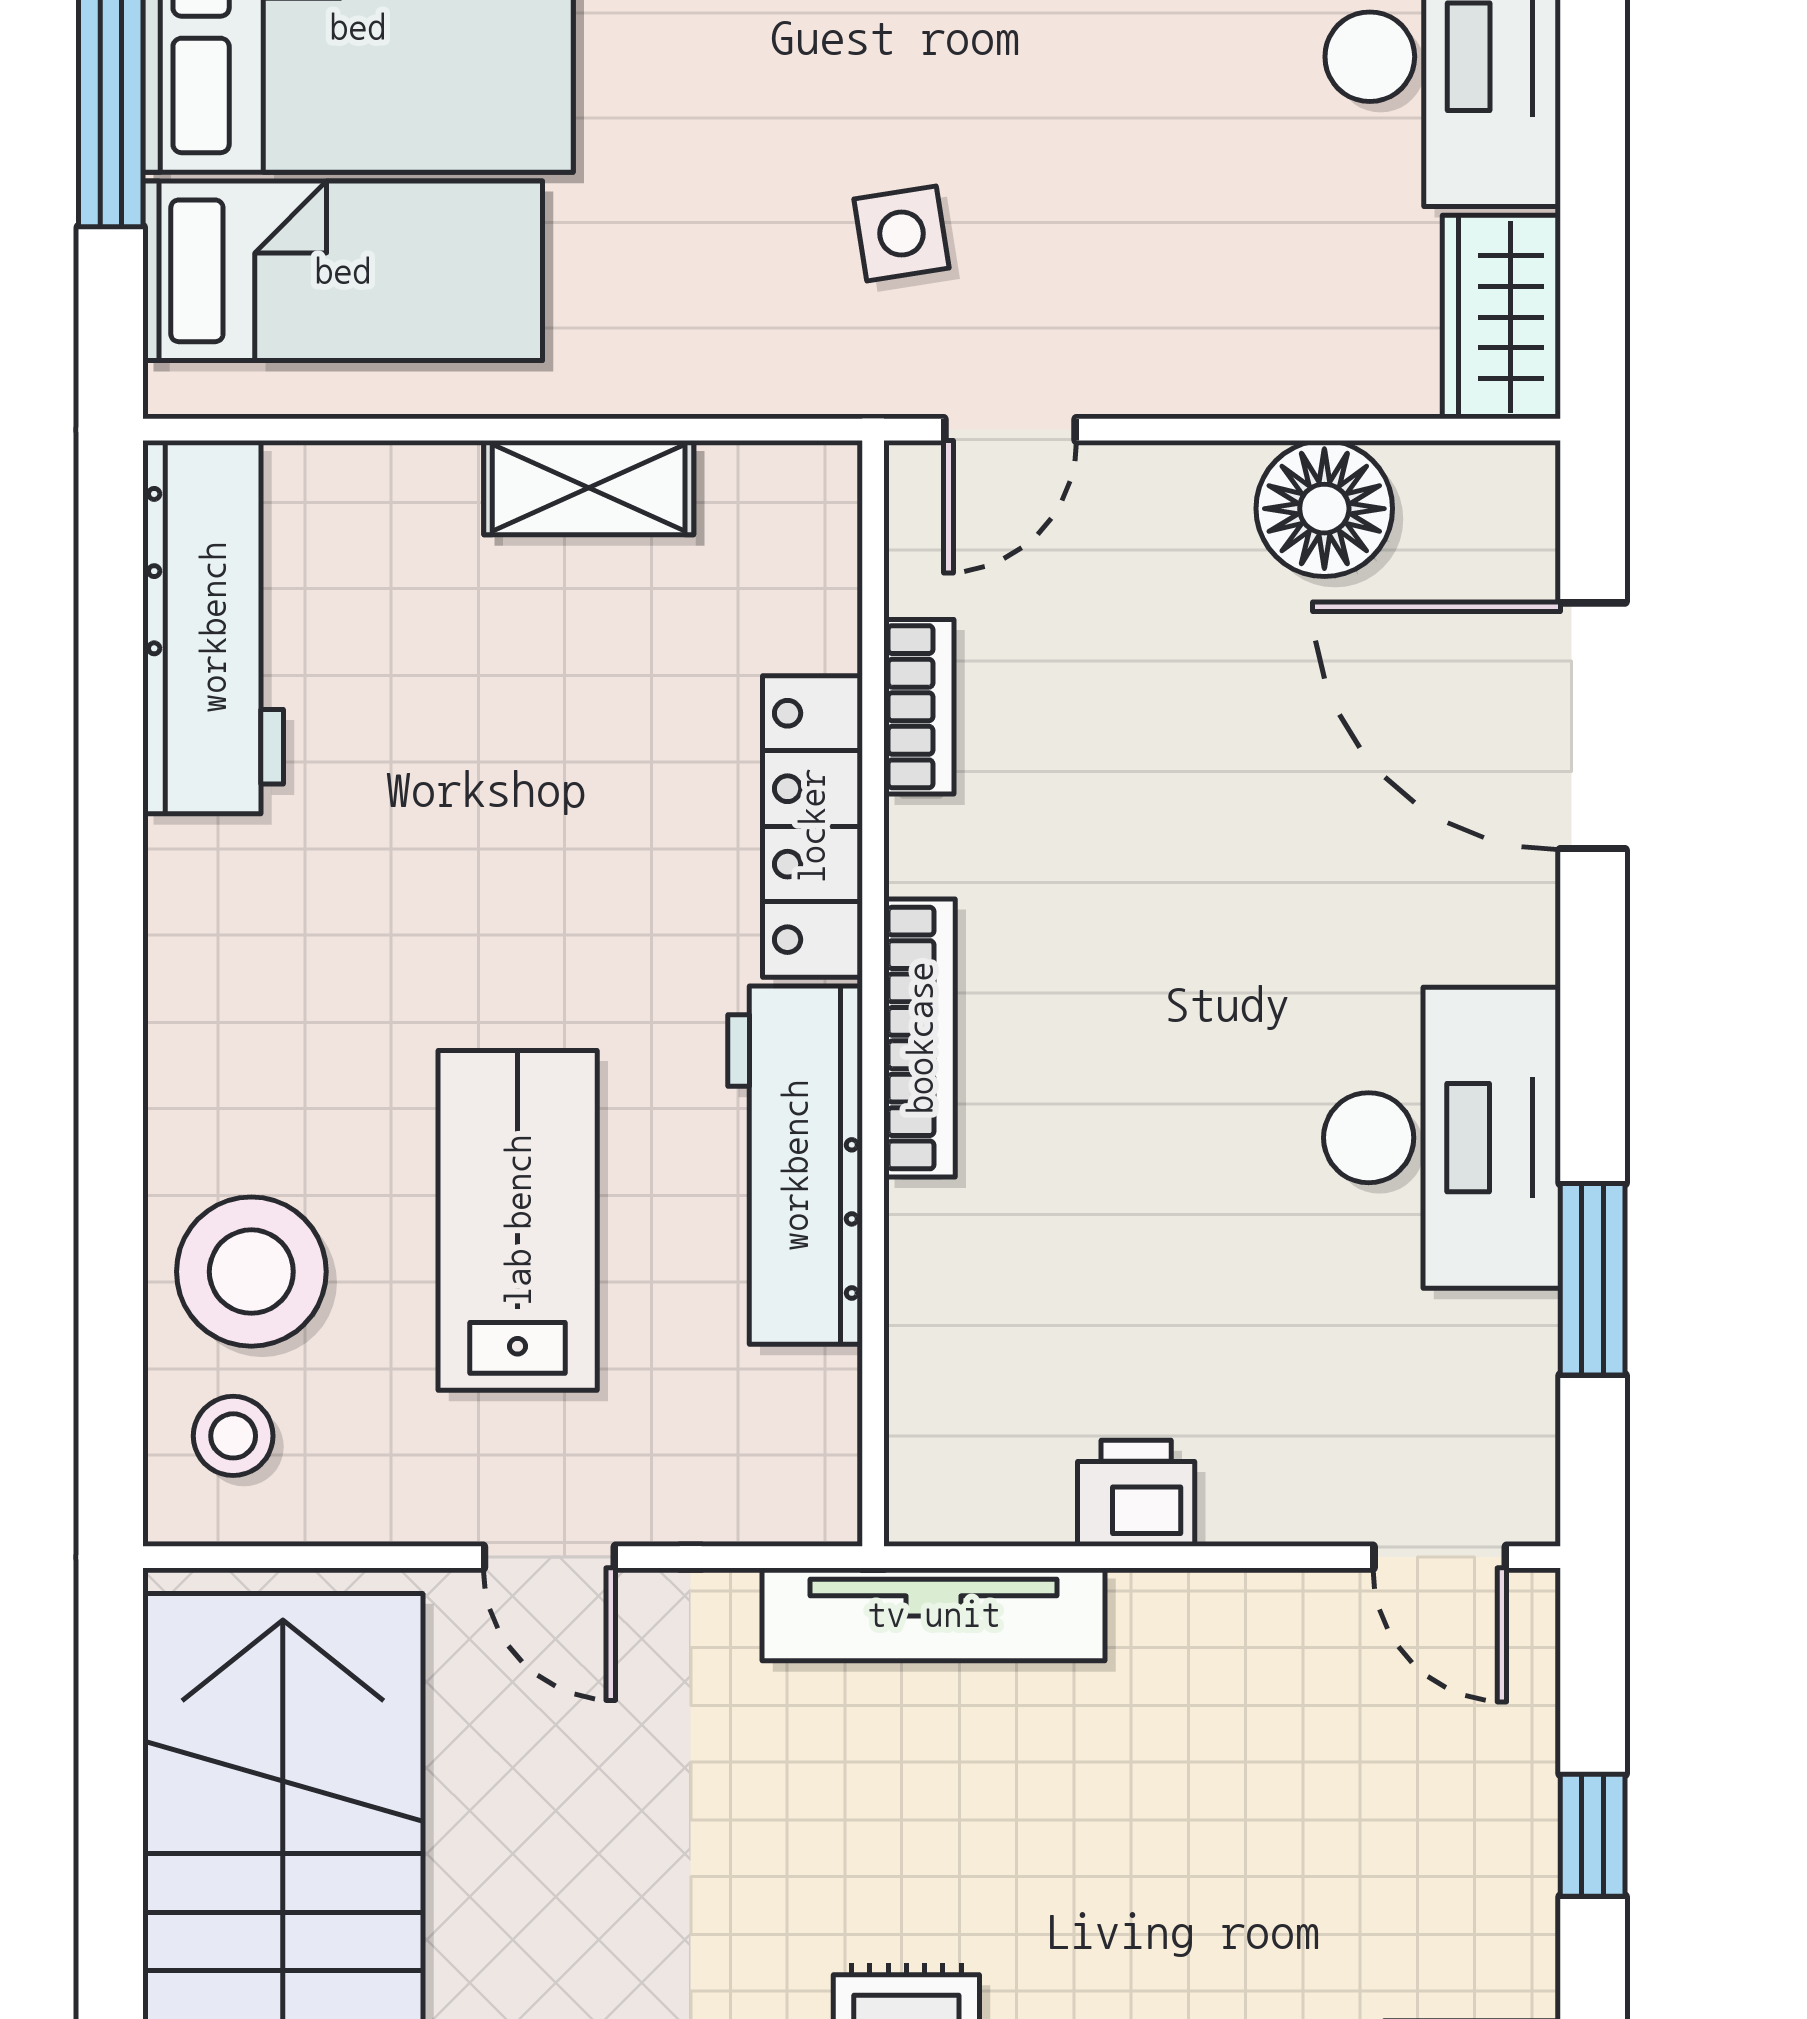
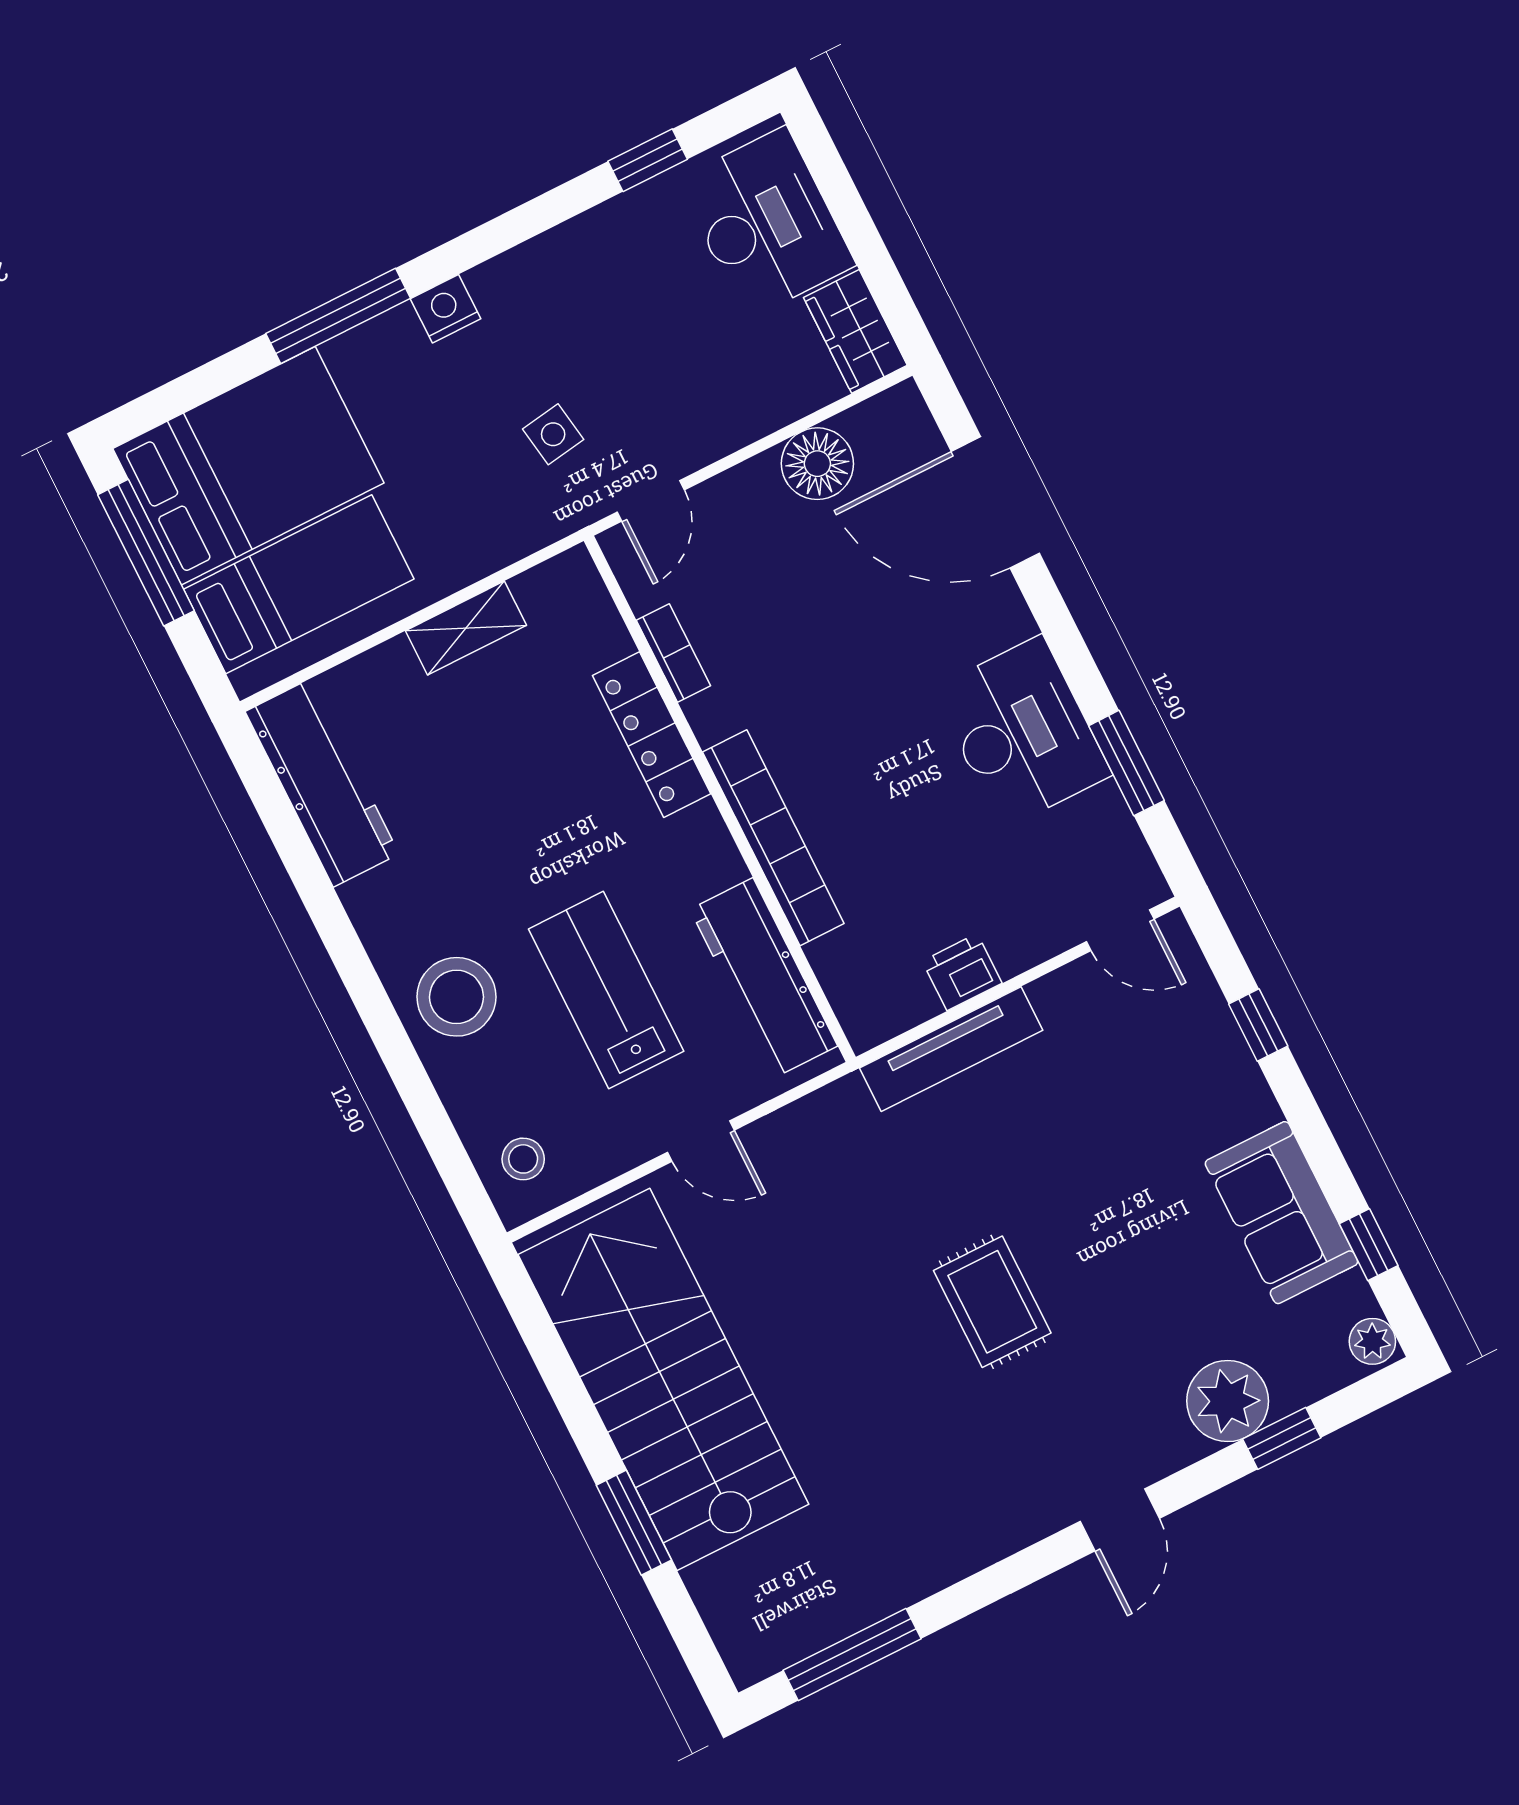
bookcase: (920, 1038) -> (773, 838), width x1.48, depth x1.31
workbench: (795, 1165) -> (764, 978), moved
stool: (251, 1272) -> (456, 997), moved
tv unit: (934, 1614) -> (951, 1049), moved

